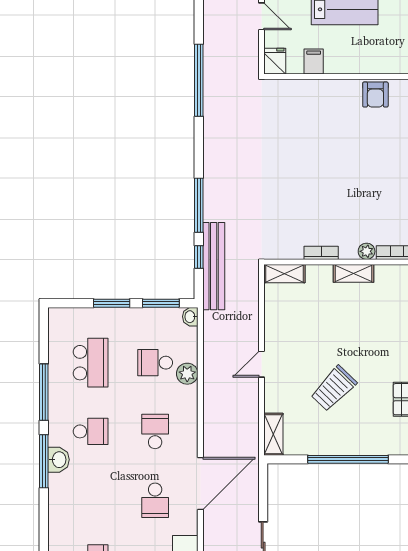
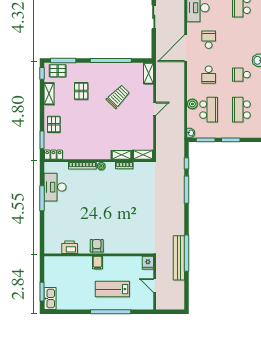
filing cabinet: (314, 61) -> (98, 263), moved
bench: (214, 266) -> (179, 258), moved
shelving: (353, 273) -> (122, 155), moved
school desk: (155, 363) -> (209, 110), width x1.85

